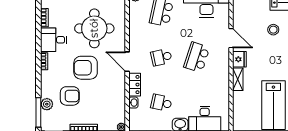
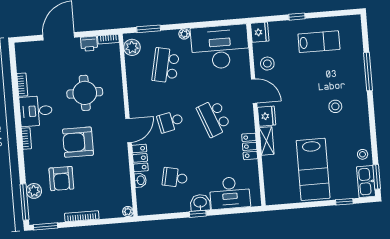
round table: (94, 28) -> (85, 93), width x0.73, depth x0.73
stool: (273, 30) -> (267, 64), moved
school desk: (197, 57) -> (214, 118), turned -39
door: (127, 62) -> (129, 130), swing flipped
locker: (224, 83) -> (250, 146), added
armchair: (70, 96) -> (61, 179), turned 90

